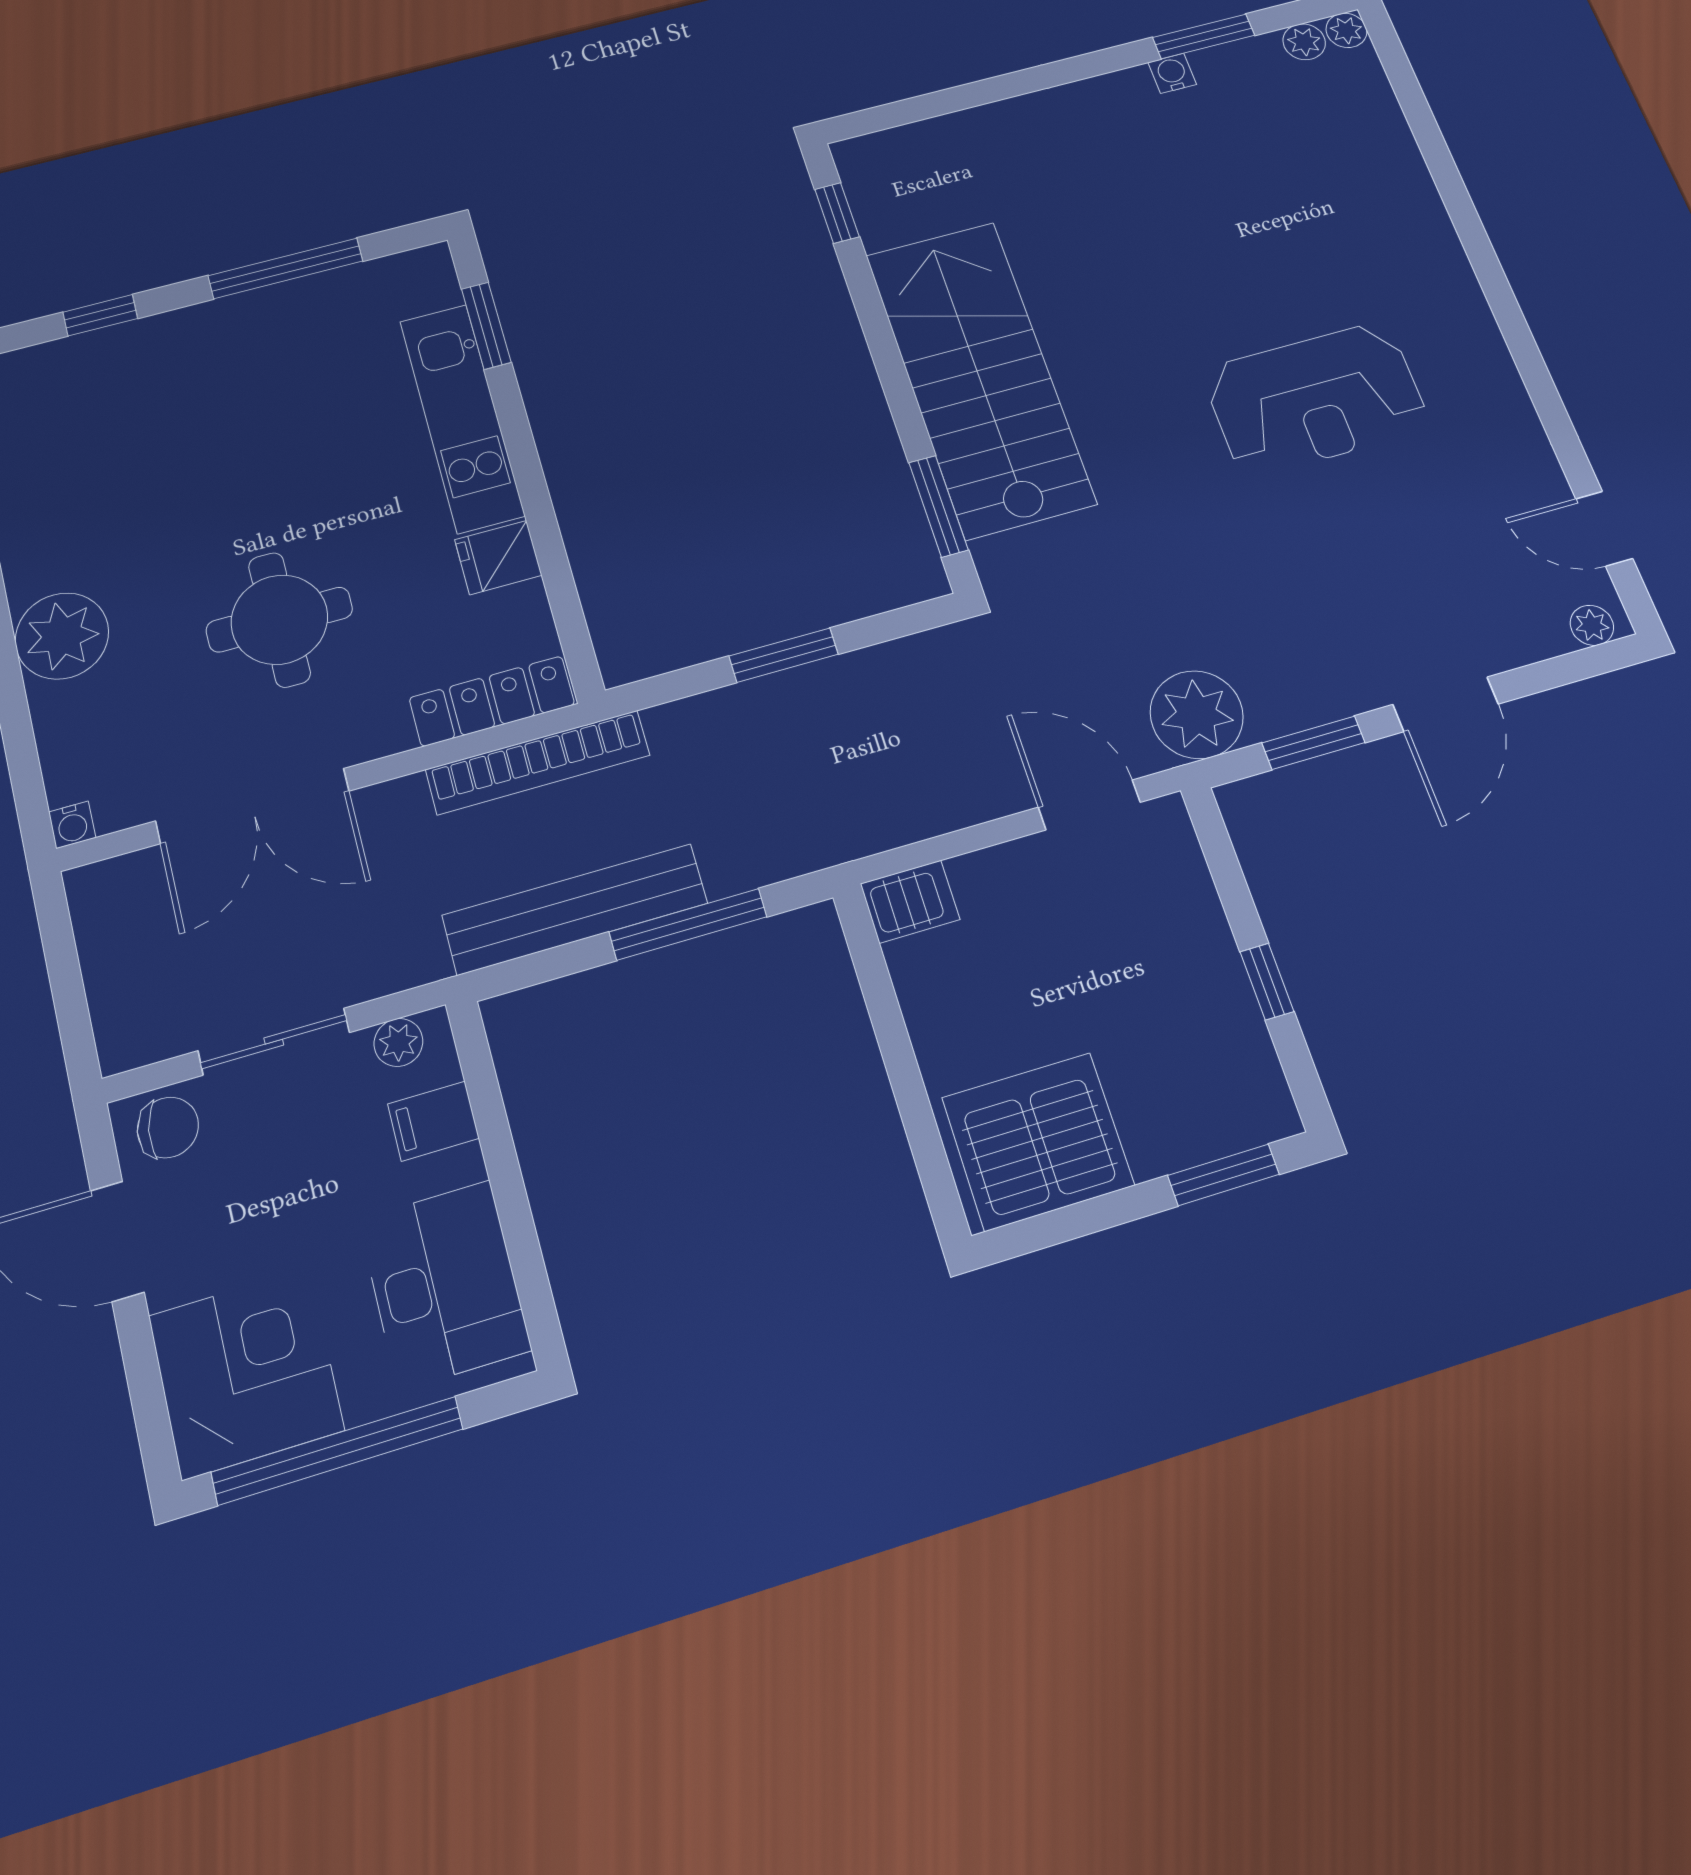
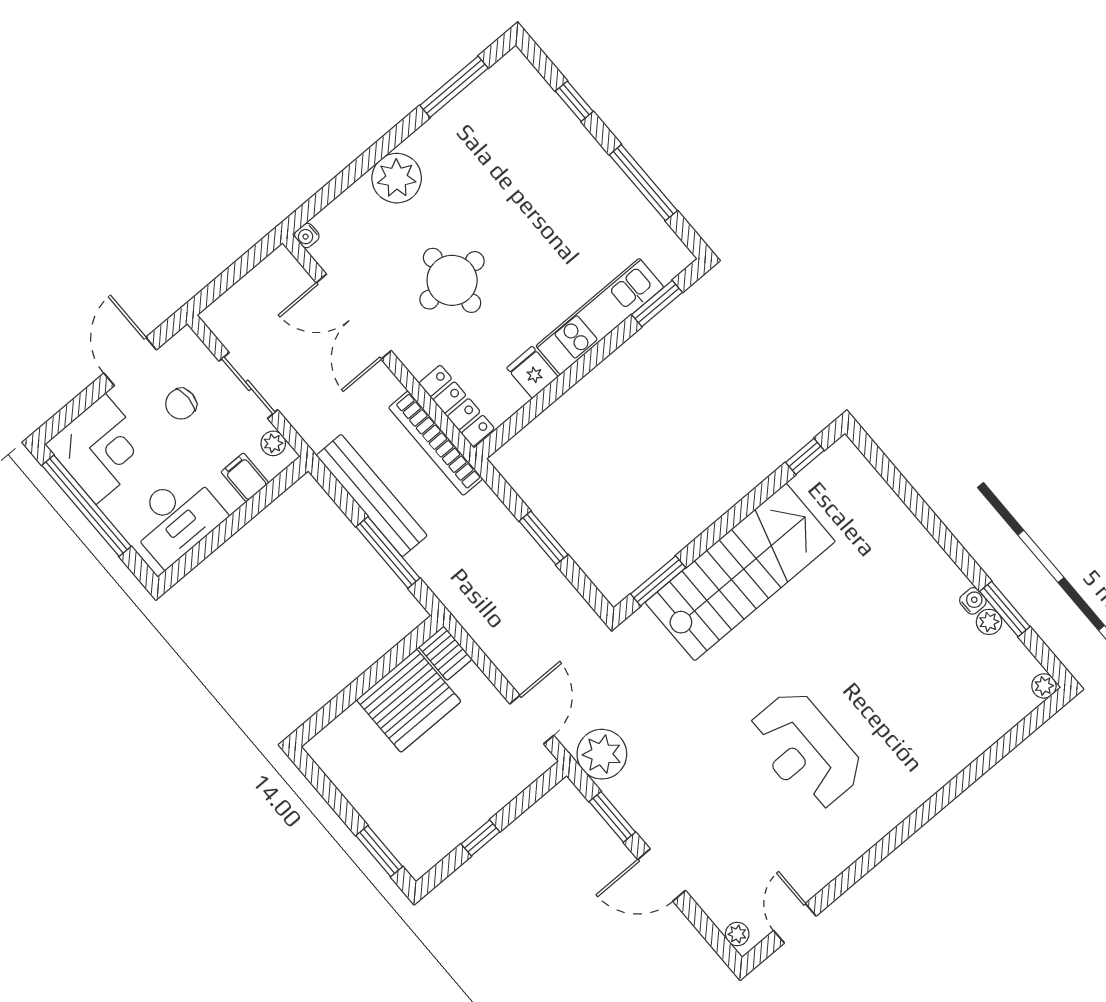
plant: (1304, 42) -> (989, 622), moved
chair: (168, 1127) -> (181, 404), moved, turned 82
server rack: (1038, 1141) -> (409, 701), moved, turned 90

